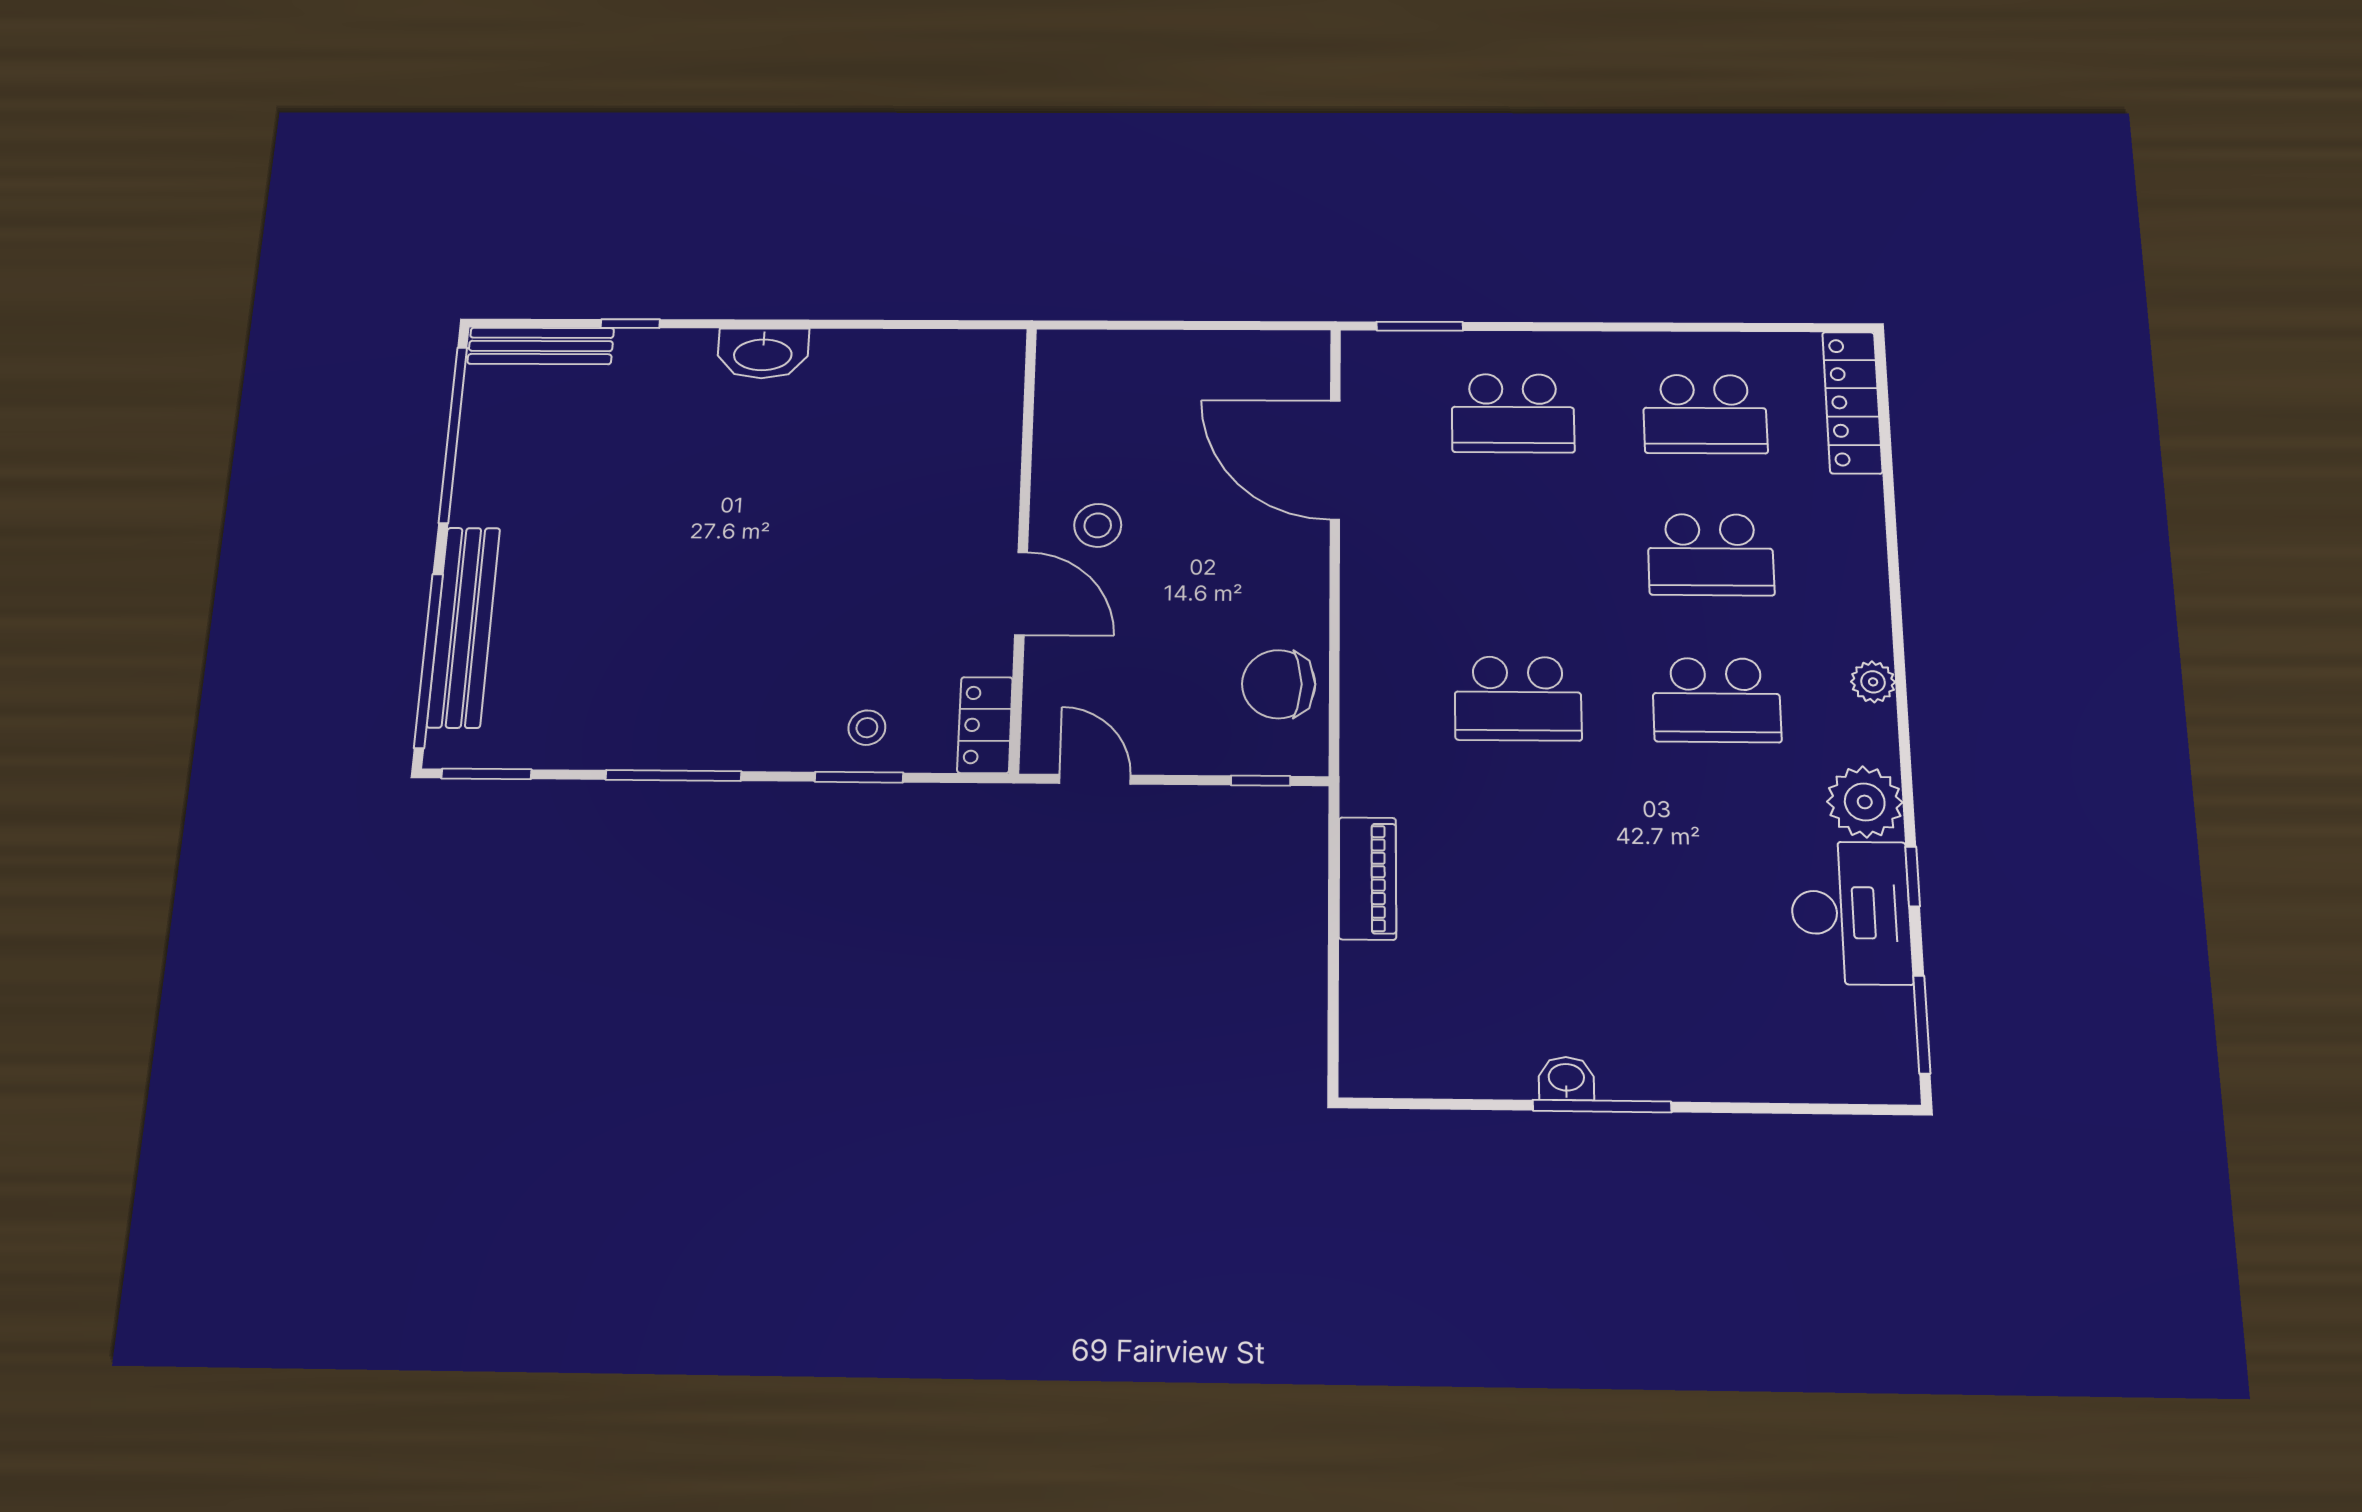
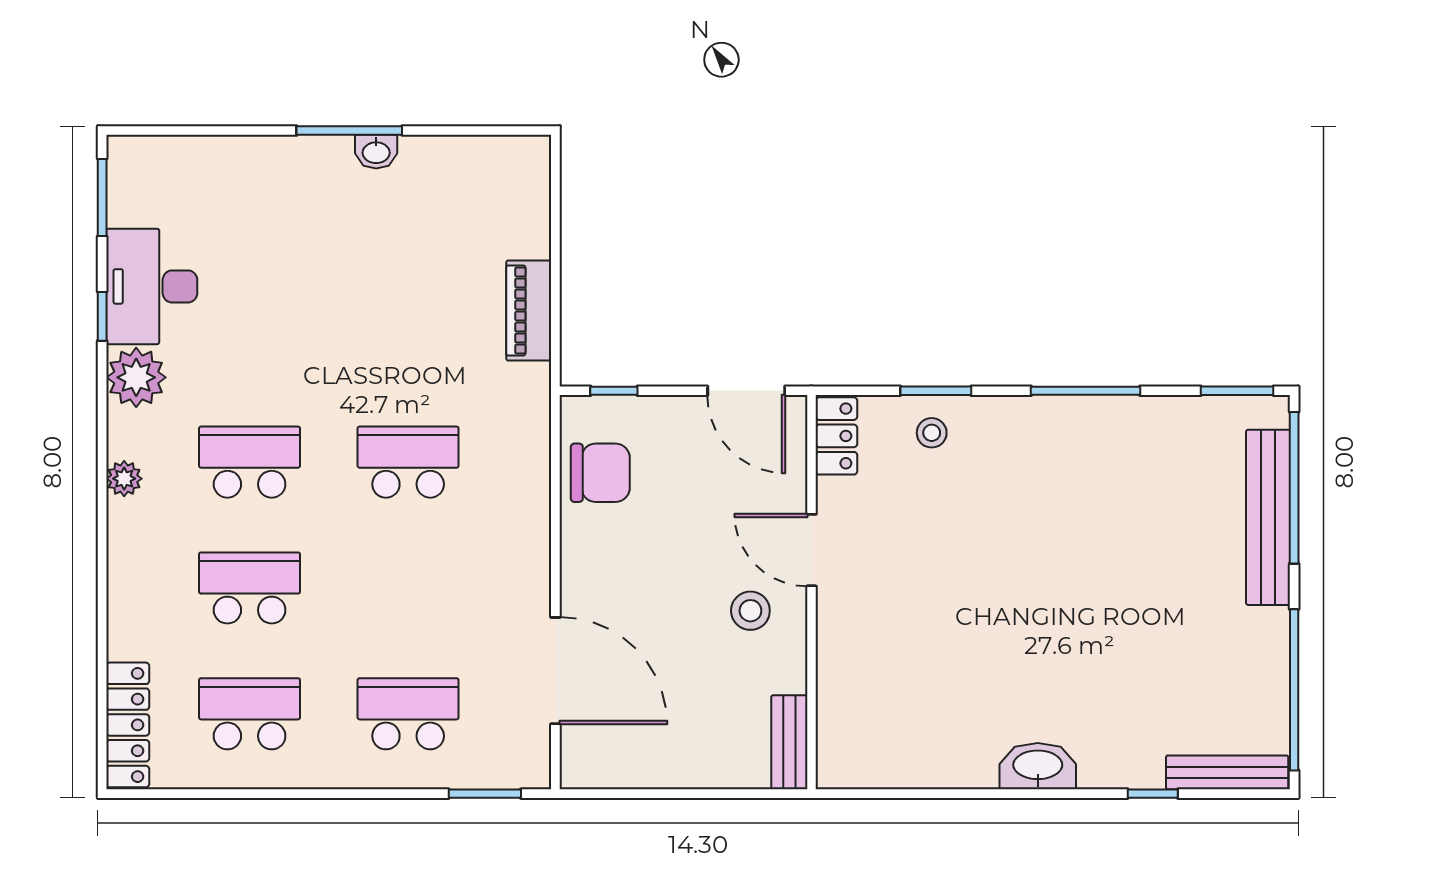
bench: (1056, 380) -> (789, 742), added
door: (1095, 779) -> (746, 391), width x1.38

